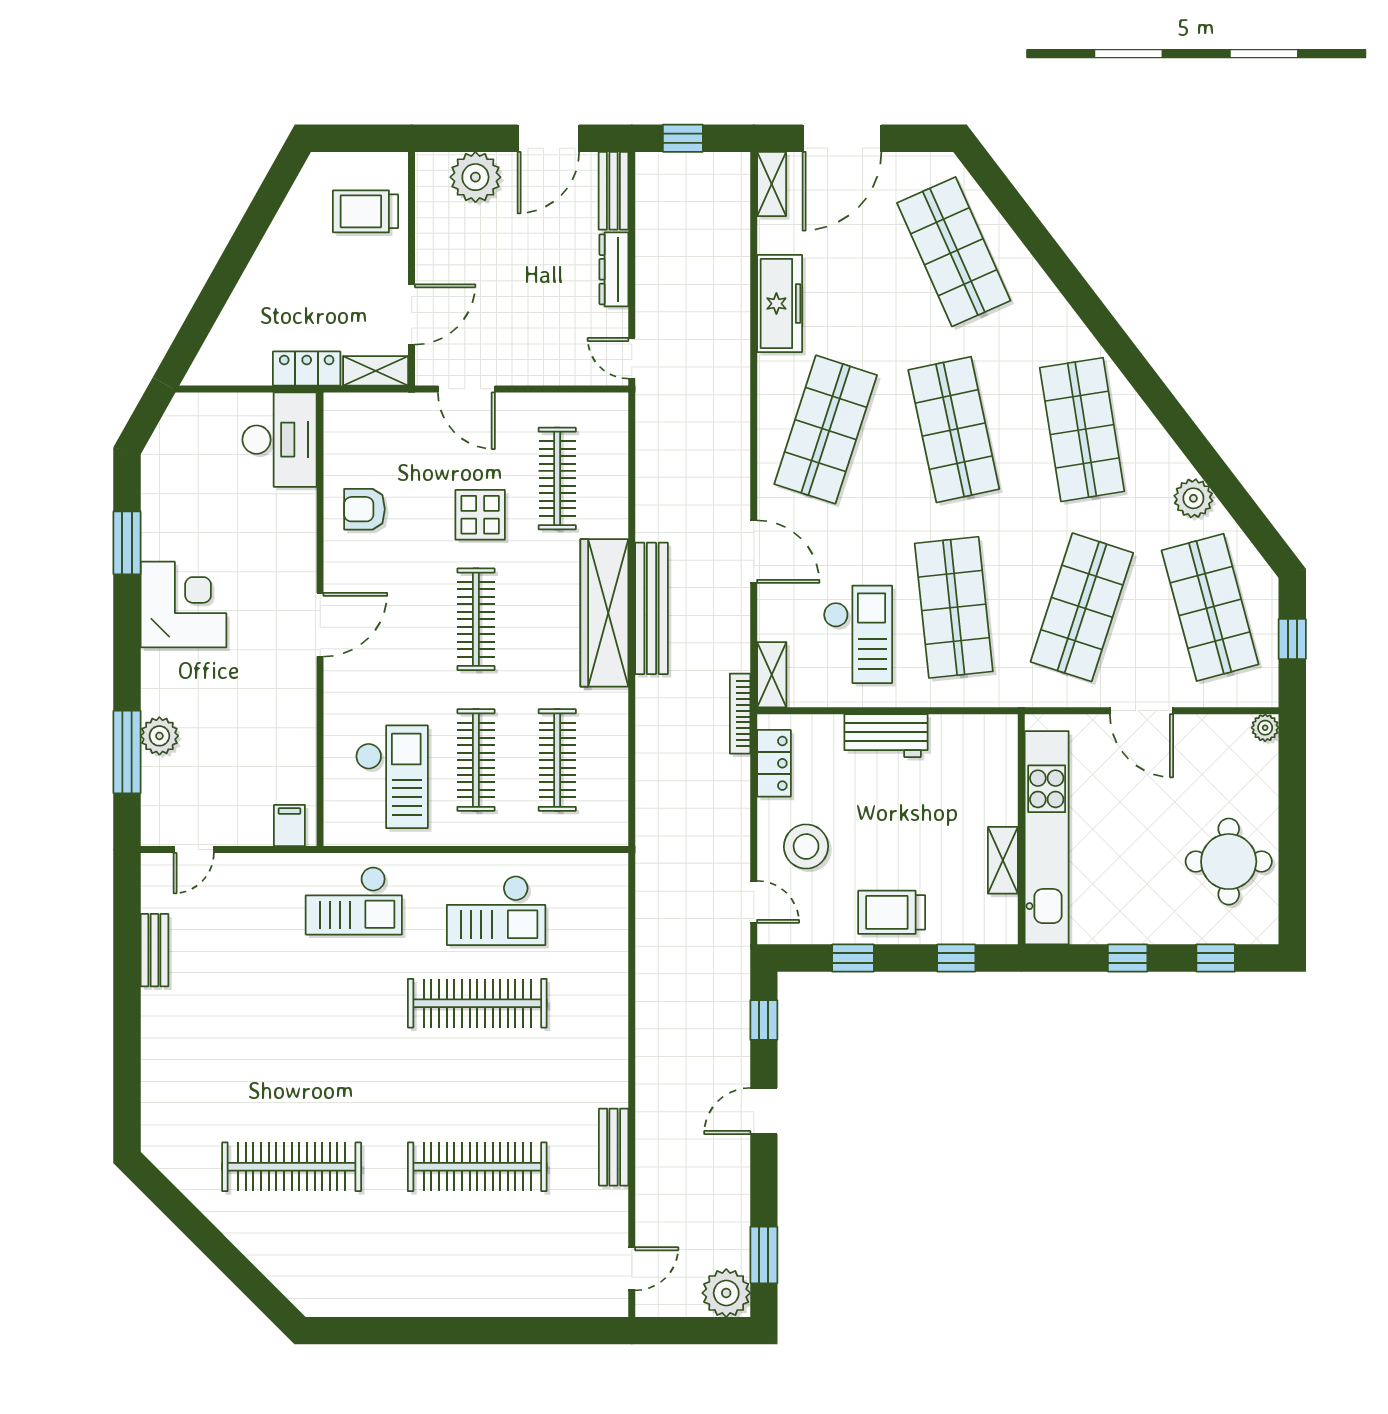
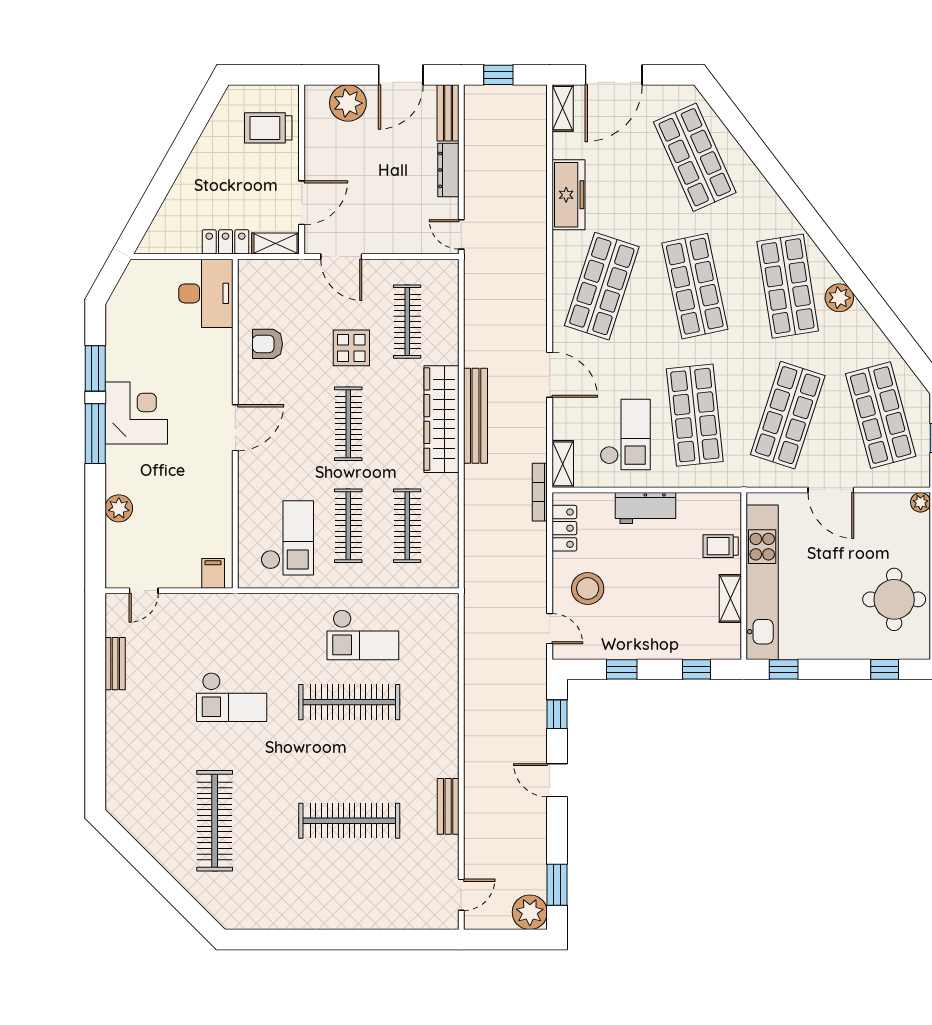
plant: (1193, 498) -> (839, 298), moved
window: (127, 752) -> (95, 434), moved
checkout: (354, 901) -> (232, 697), moved
trolley: (892, 912) -> (721, 546), moved, width x0.73, depth x0.72
window: (1128, 958) -> (784, 669), moved
door: (764, 1111) -> (557, 780), hinge flipped
clothes rail: (292, 1167) -> (215, 821), turned 90

